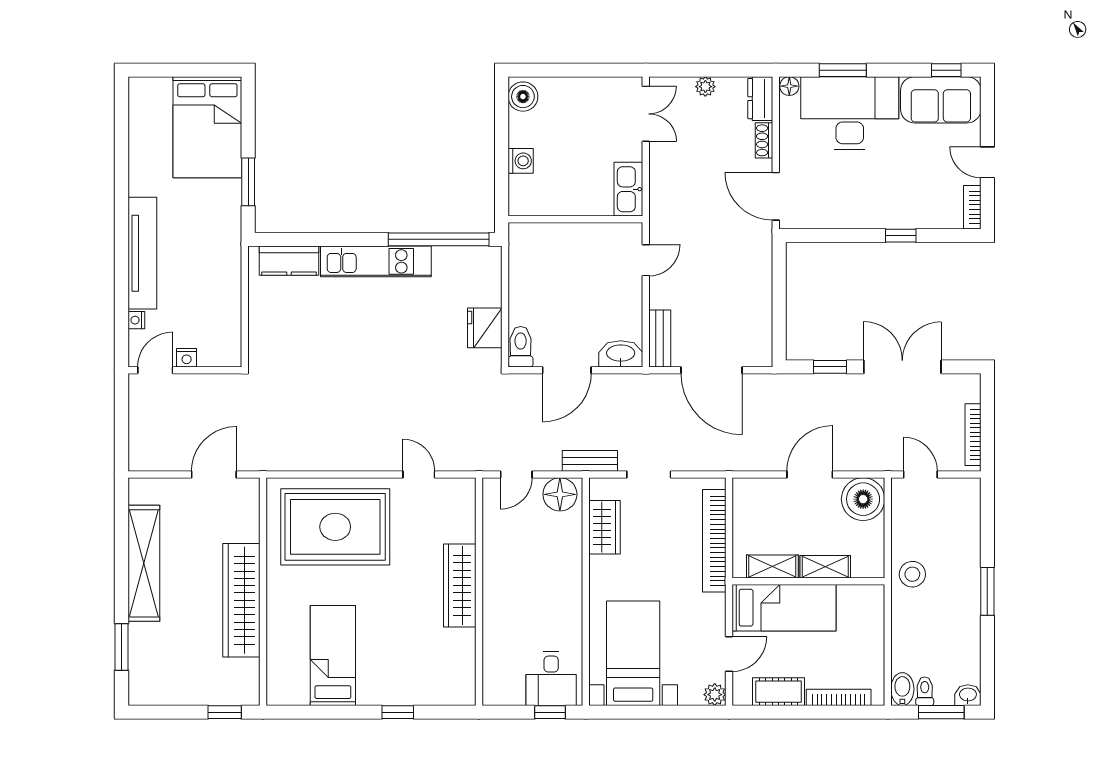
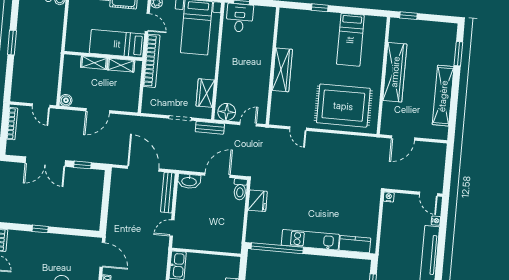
bench: (660, 339) -> (168, 193), width x1.36
nightstand: (187, 358) -> (389, 197), moved
door: (155, 370) -> (428, 194), hinge flipped
boiler: (863, 499) -> (66, 100), width x0.54, depth x0.54
bookcase: (714, 541) -> (152, 61), moved
stool: (912, 574) -> (50, 55), removed
door: (729, 654) -> (147, 22), swing flipped

